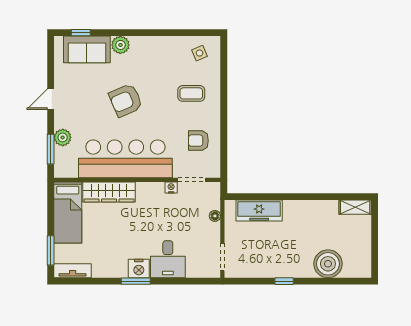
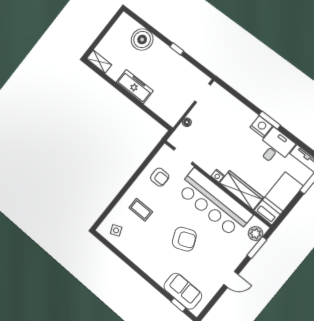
plant: (120, 45) -> (160, 276), removed
plant: (63, 137) -> (256, 234), moved
nightstand: (171, 188) -> (218, 176), moved
freezer: (259, 211) -> (135, 86), moved
desk: (168, 259) -> (275, 147), moved

